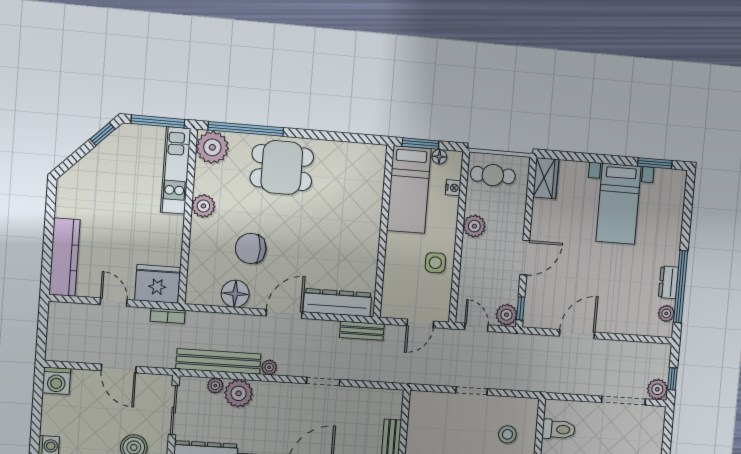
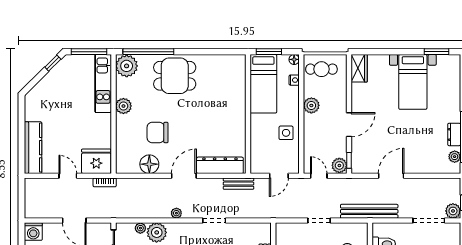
floor lamp: (439, 157) -> (294, 59), moved
bench: (218, 361) -> (369, 211), moved

